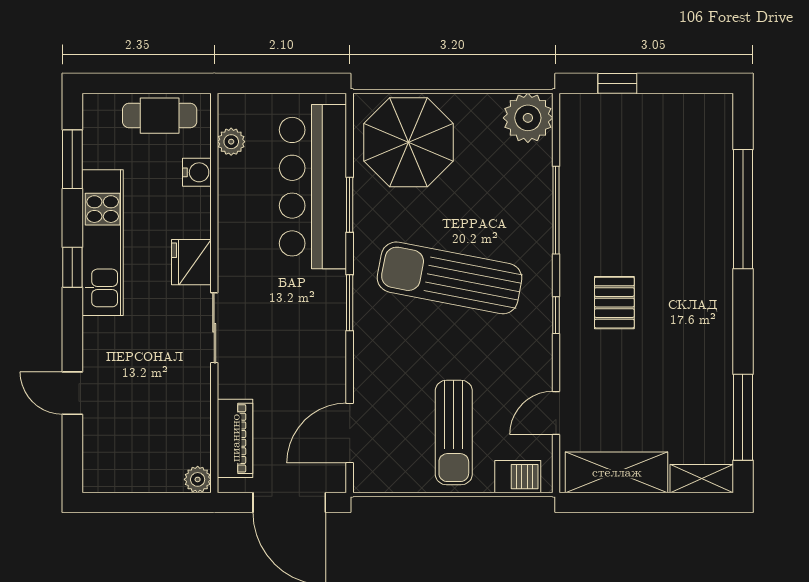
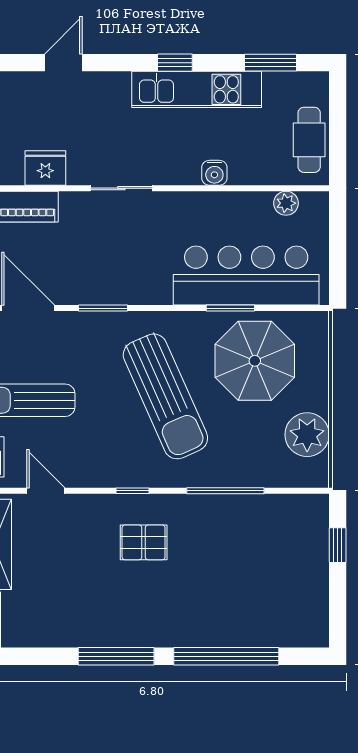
plant: (528, 118) -> (307, 435), moved
parasol: (408, 142) -> (255, 361), moved
water cooler: (197, 172) -> (214, 173), moved
fridge: (191, 262) -> (45, 168), moved
sun lounger: (449, 278) -> (165, 396), turned 145
window: (350, 303) -> (103, 308), moved
window: (743, 417) -> (116, 656), moved

